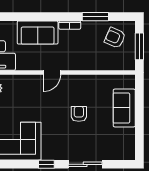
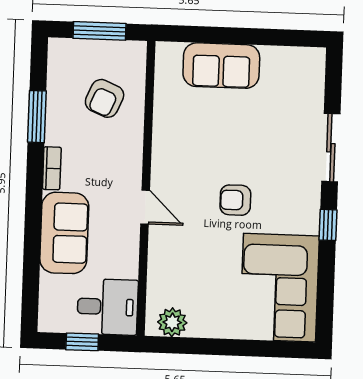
armchair: (115, 38) -> (105, 98), moved
armchair: (79, 114) -> (235, 200), moved

